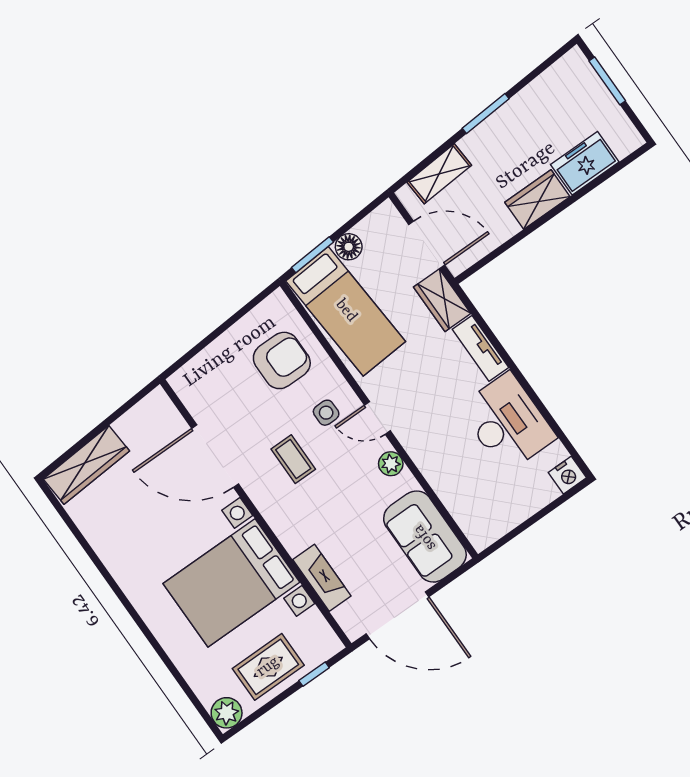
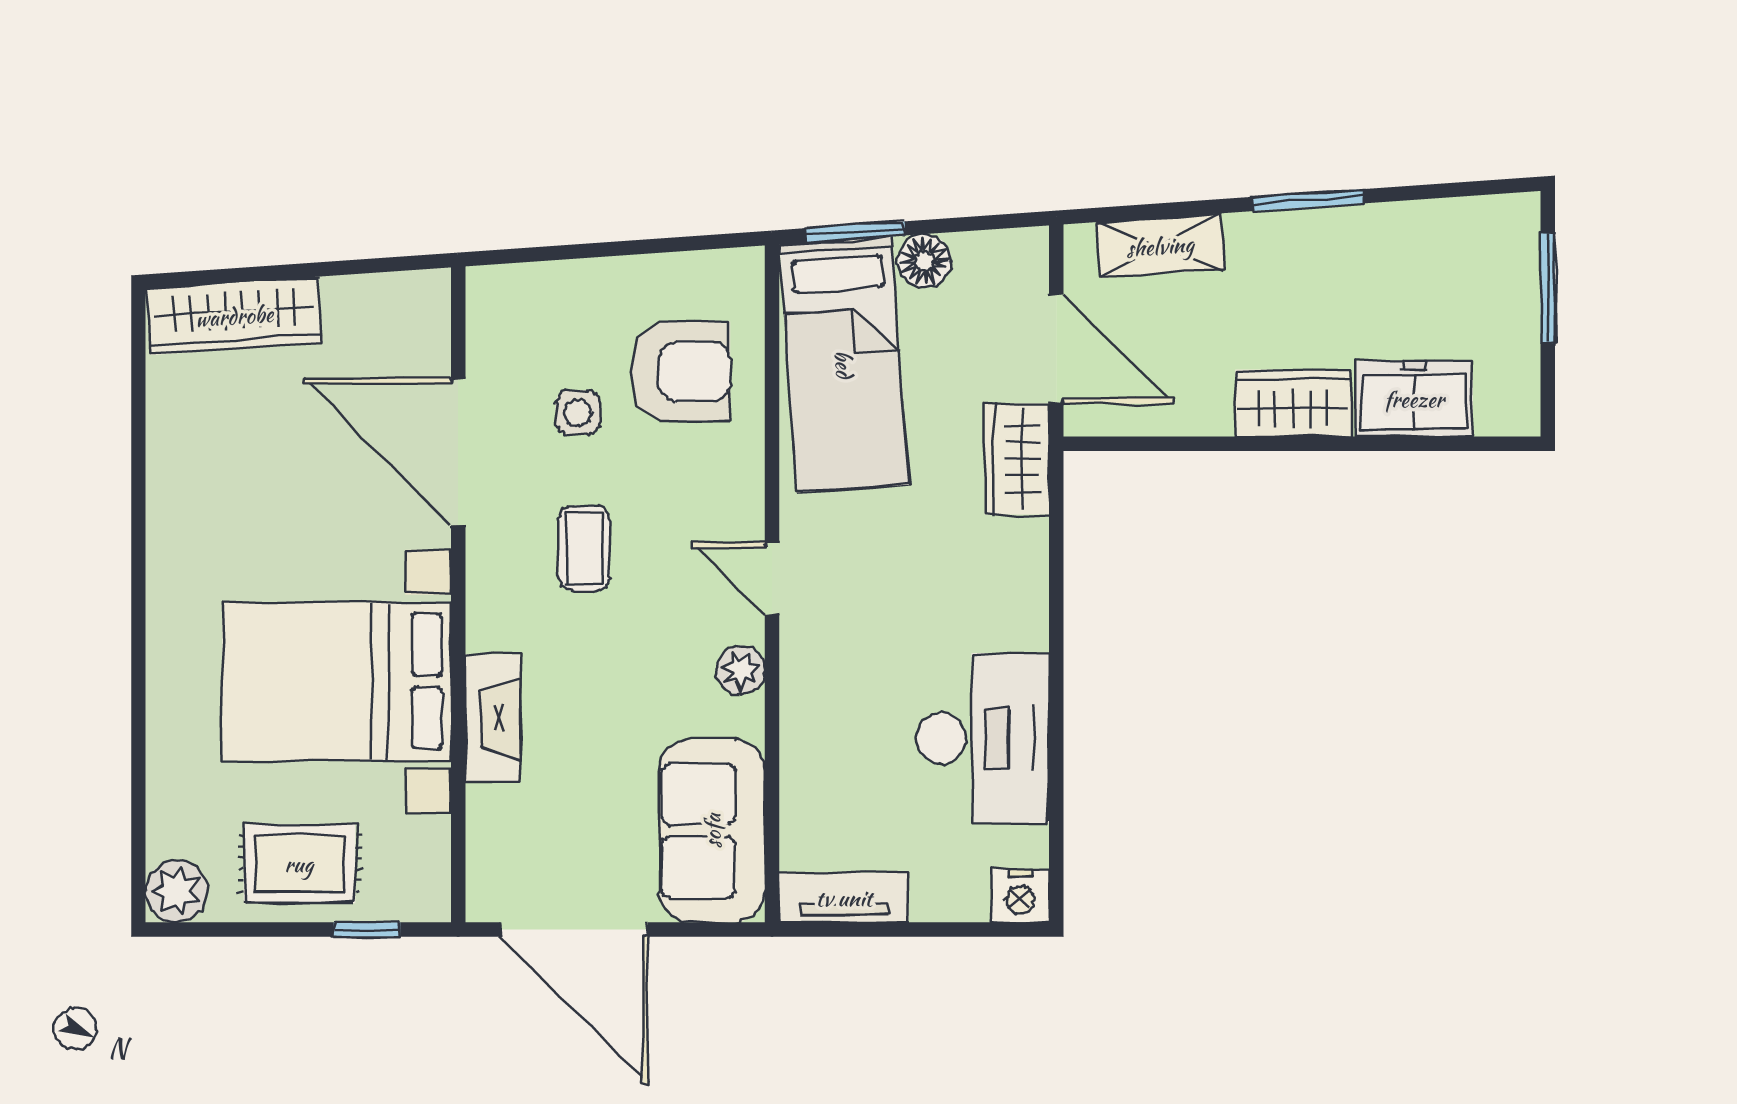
tv unit: (481, 348) -> (844, 898), moved, turned 90
side table: (326, 413) -> (578, 413), moved
fireplace: (322, 578) -> (493, 718), moved

